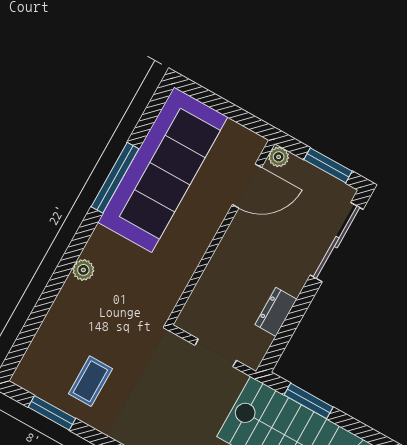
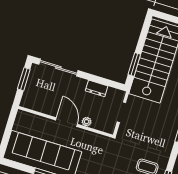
plant: (279, 157) -> (87, 122), moved
door: (247, 186) -> (66, 122), moved

